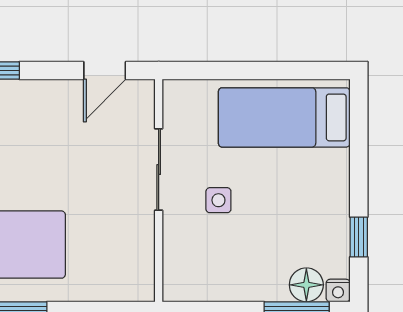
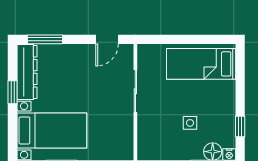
side table: (218, 200) -> (190, 123), moved

